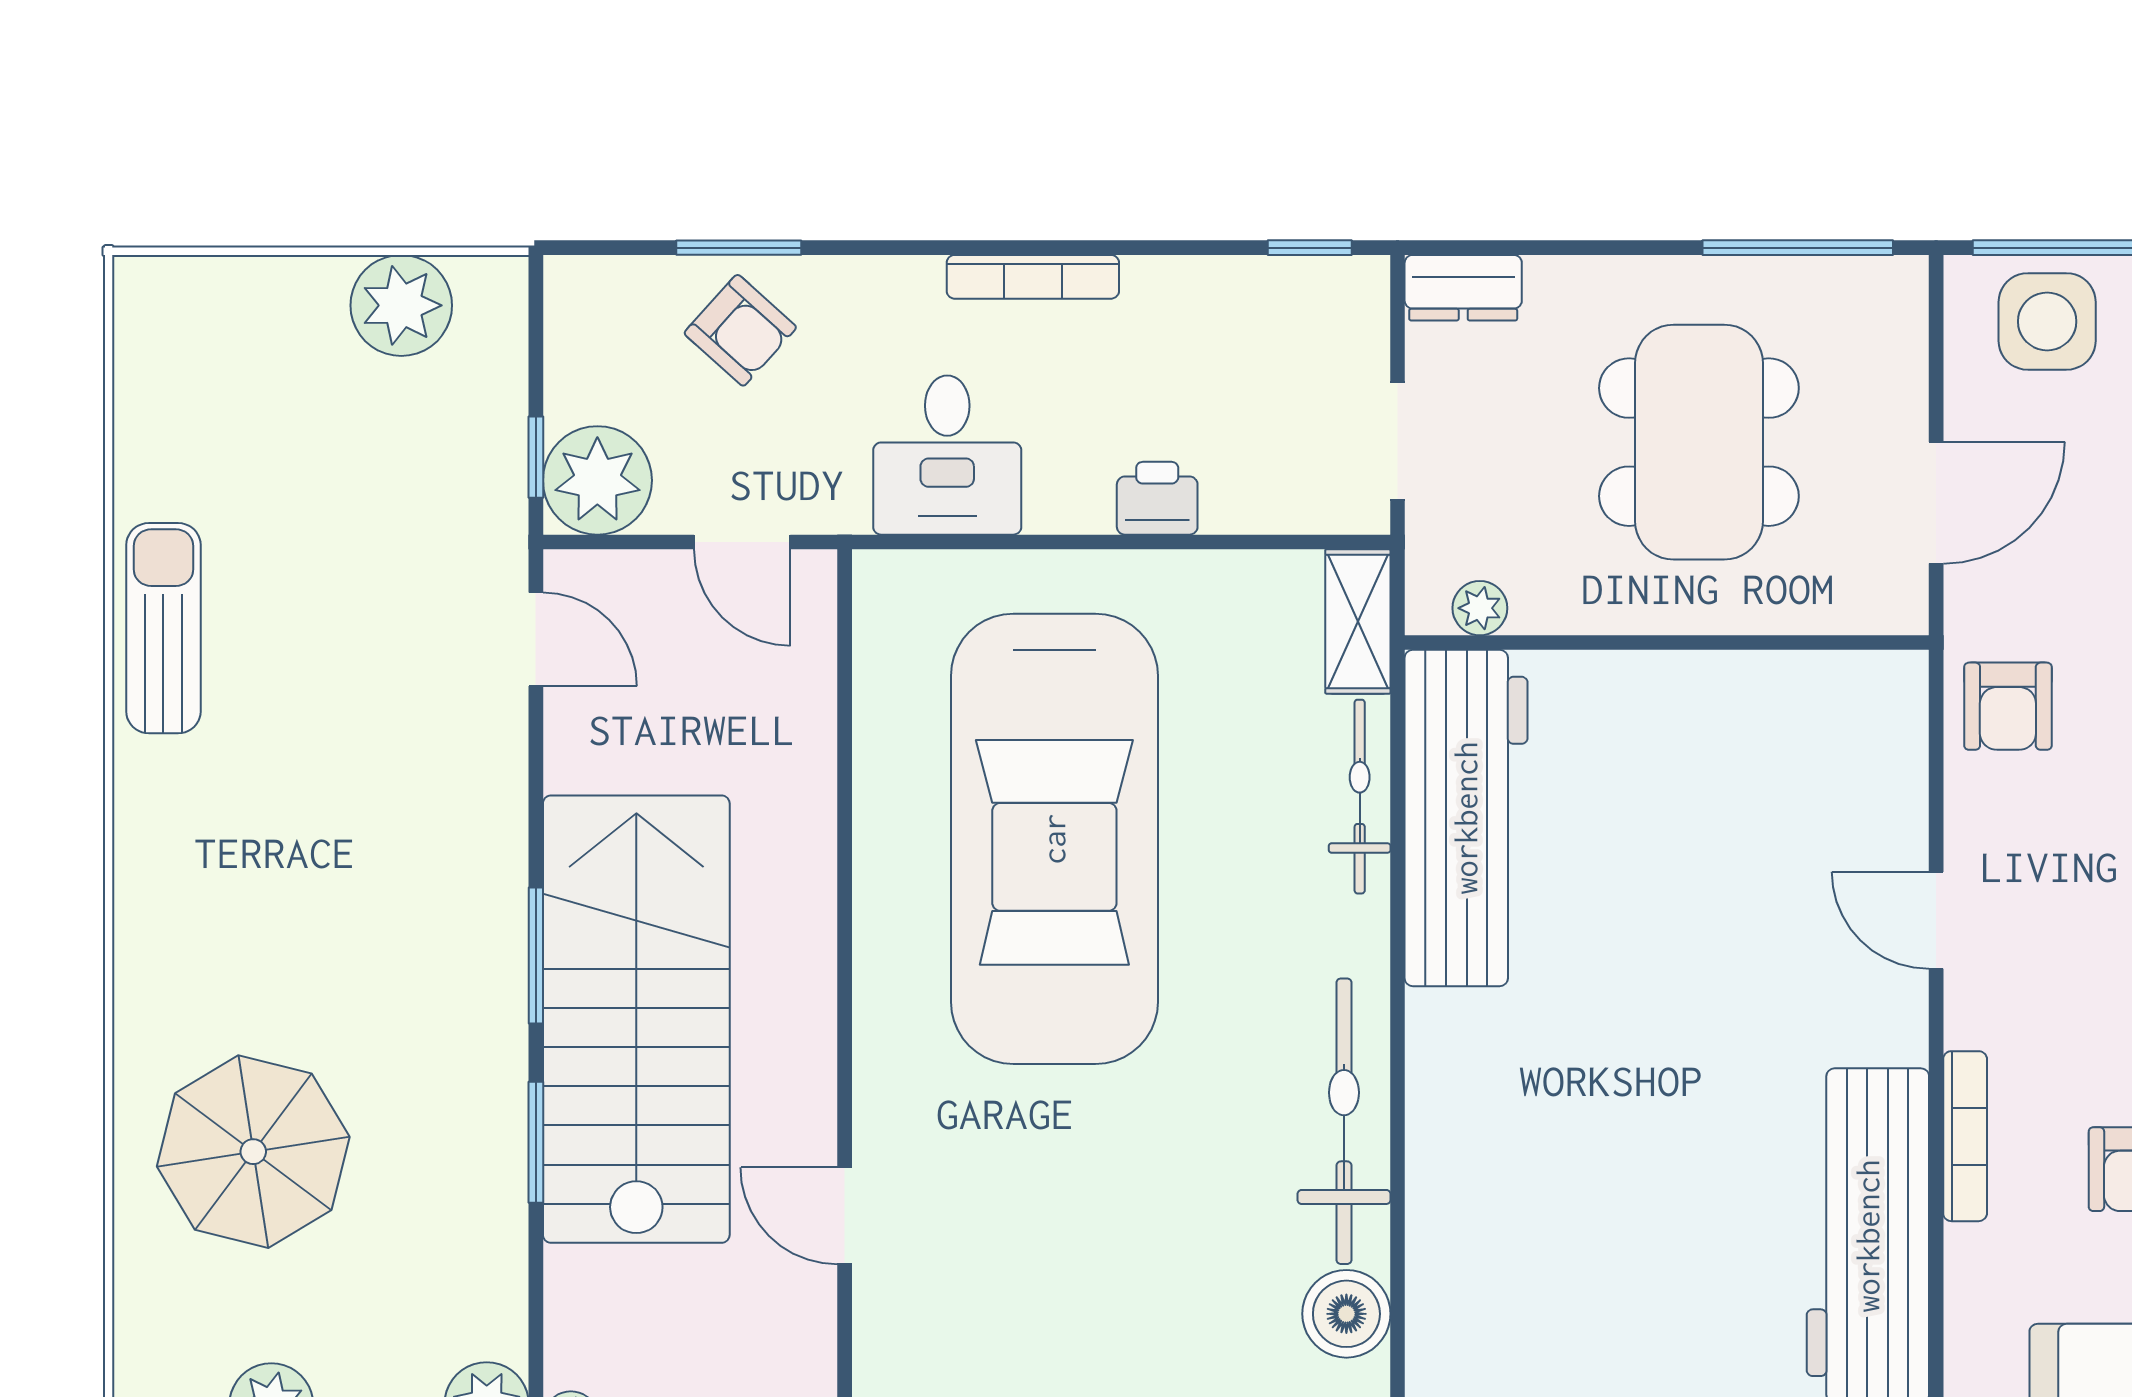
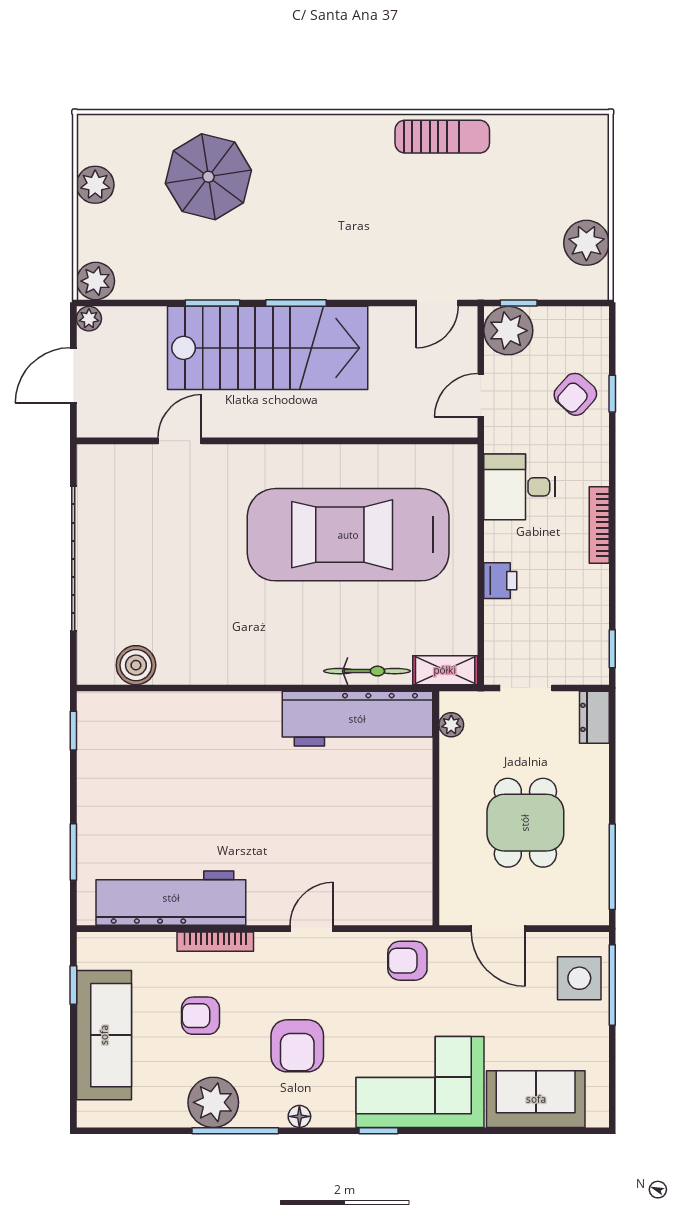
window: (739, 248) -> (612, 394), width x0.67
dining table: (1699, 442) -> (525, 823), width x0.73
bicycle: (1344, 1121) -> (222, 664), removed

